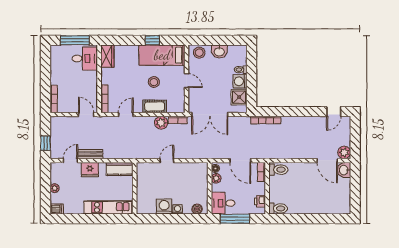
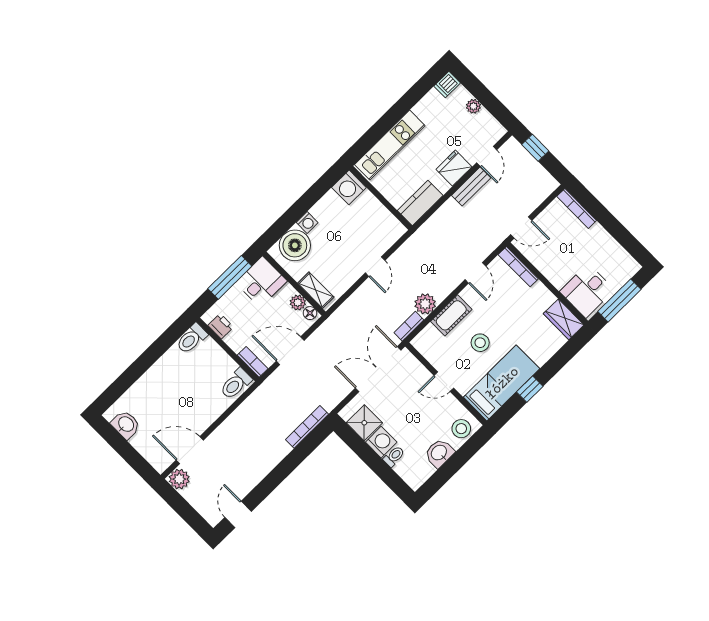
washbasin: (344, 170) -> (126, 425), moved
shelving: (203, 176) -> (316, 290), added
washing machine: (164, 206) -> (349, 187), moved, turned 90
boiler: (197, 209) -> (295, 245), width x1.86, depth x1.86

